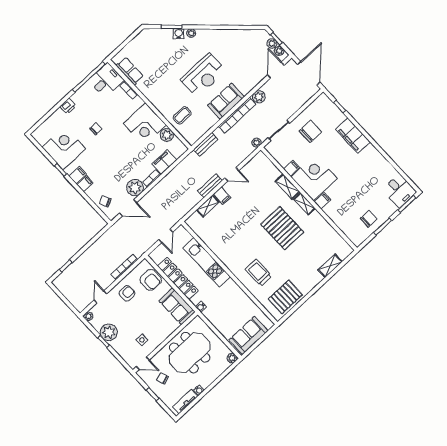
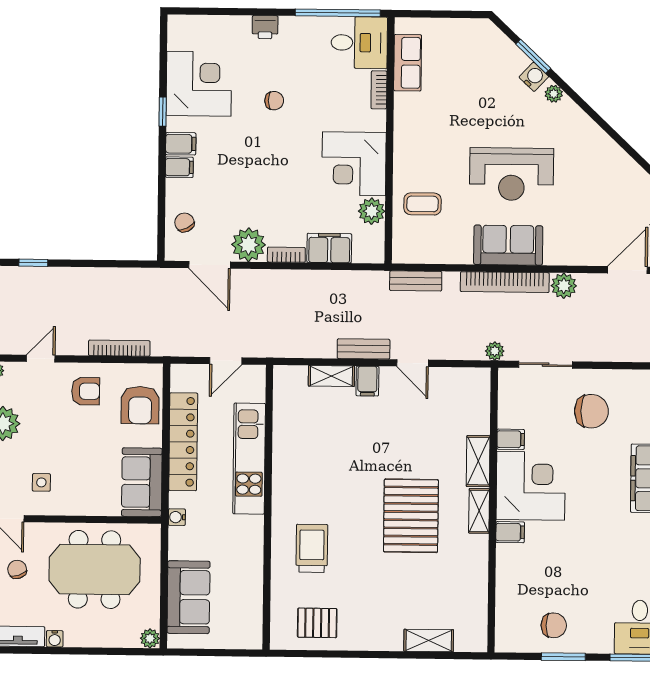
pallet: (285, 297) -> (317, 623), width x0.67, depth x0.71
sofa: (248, 335) -> (188, 597), moved, turned 90

